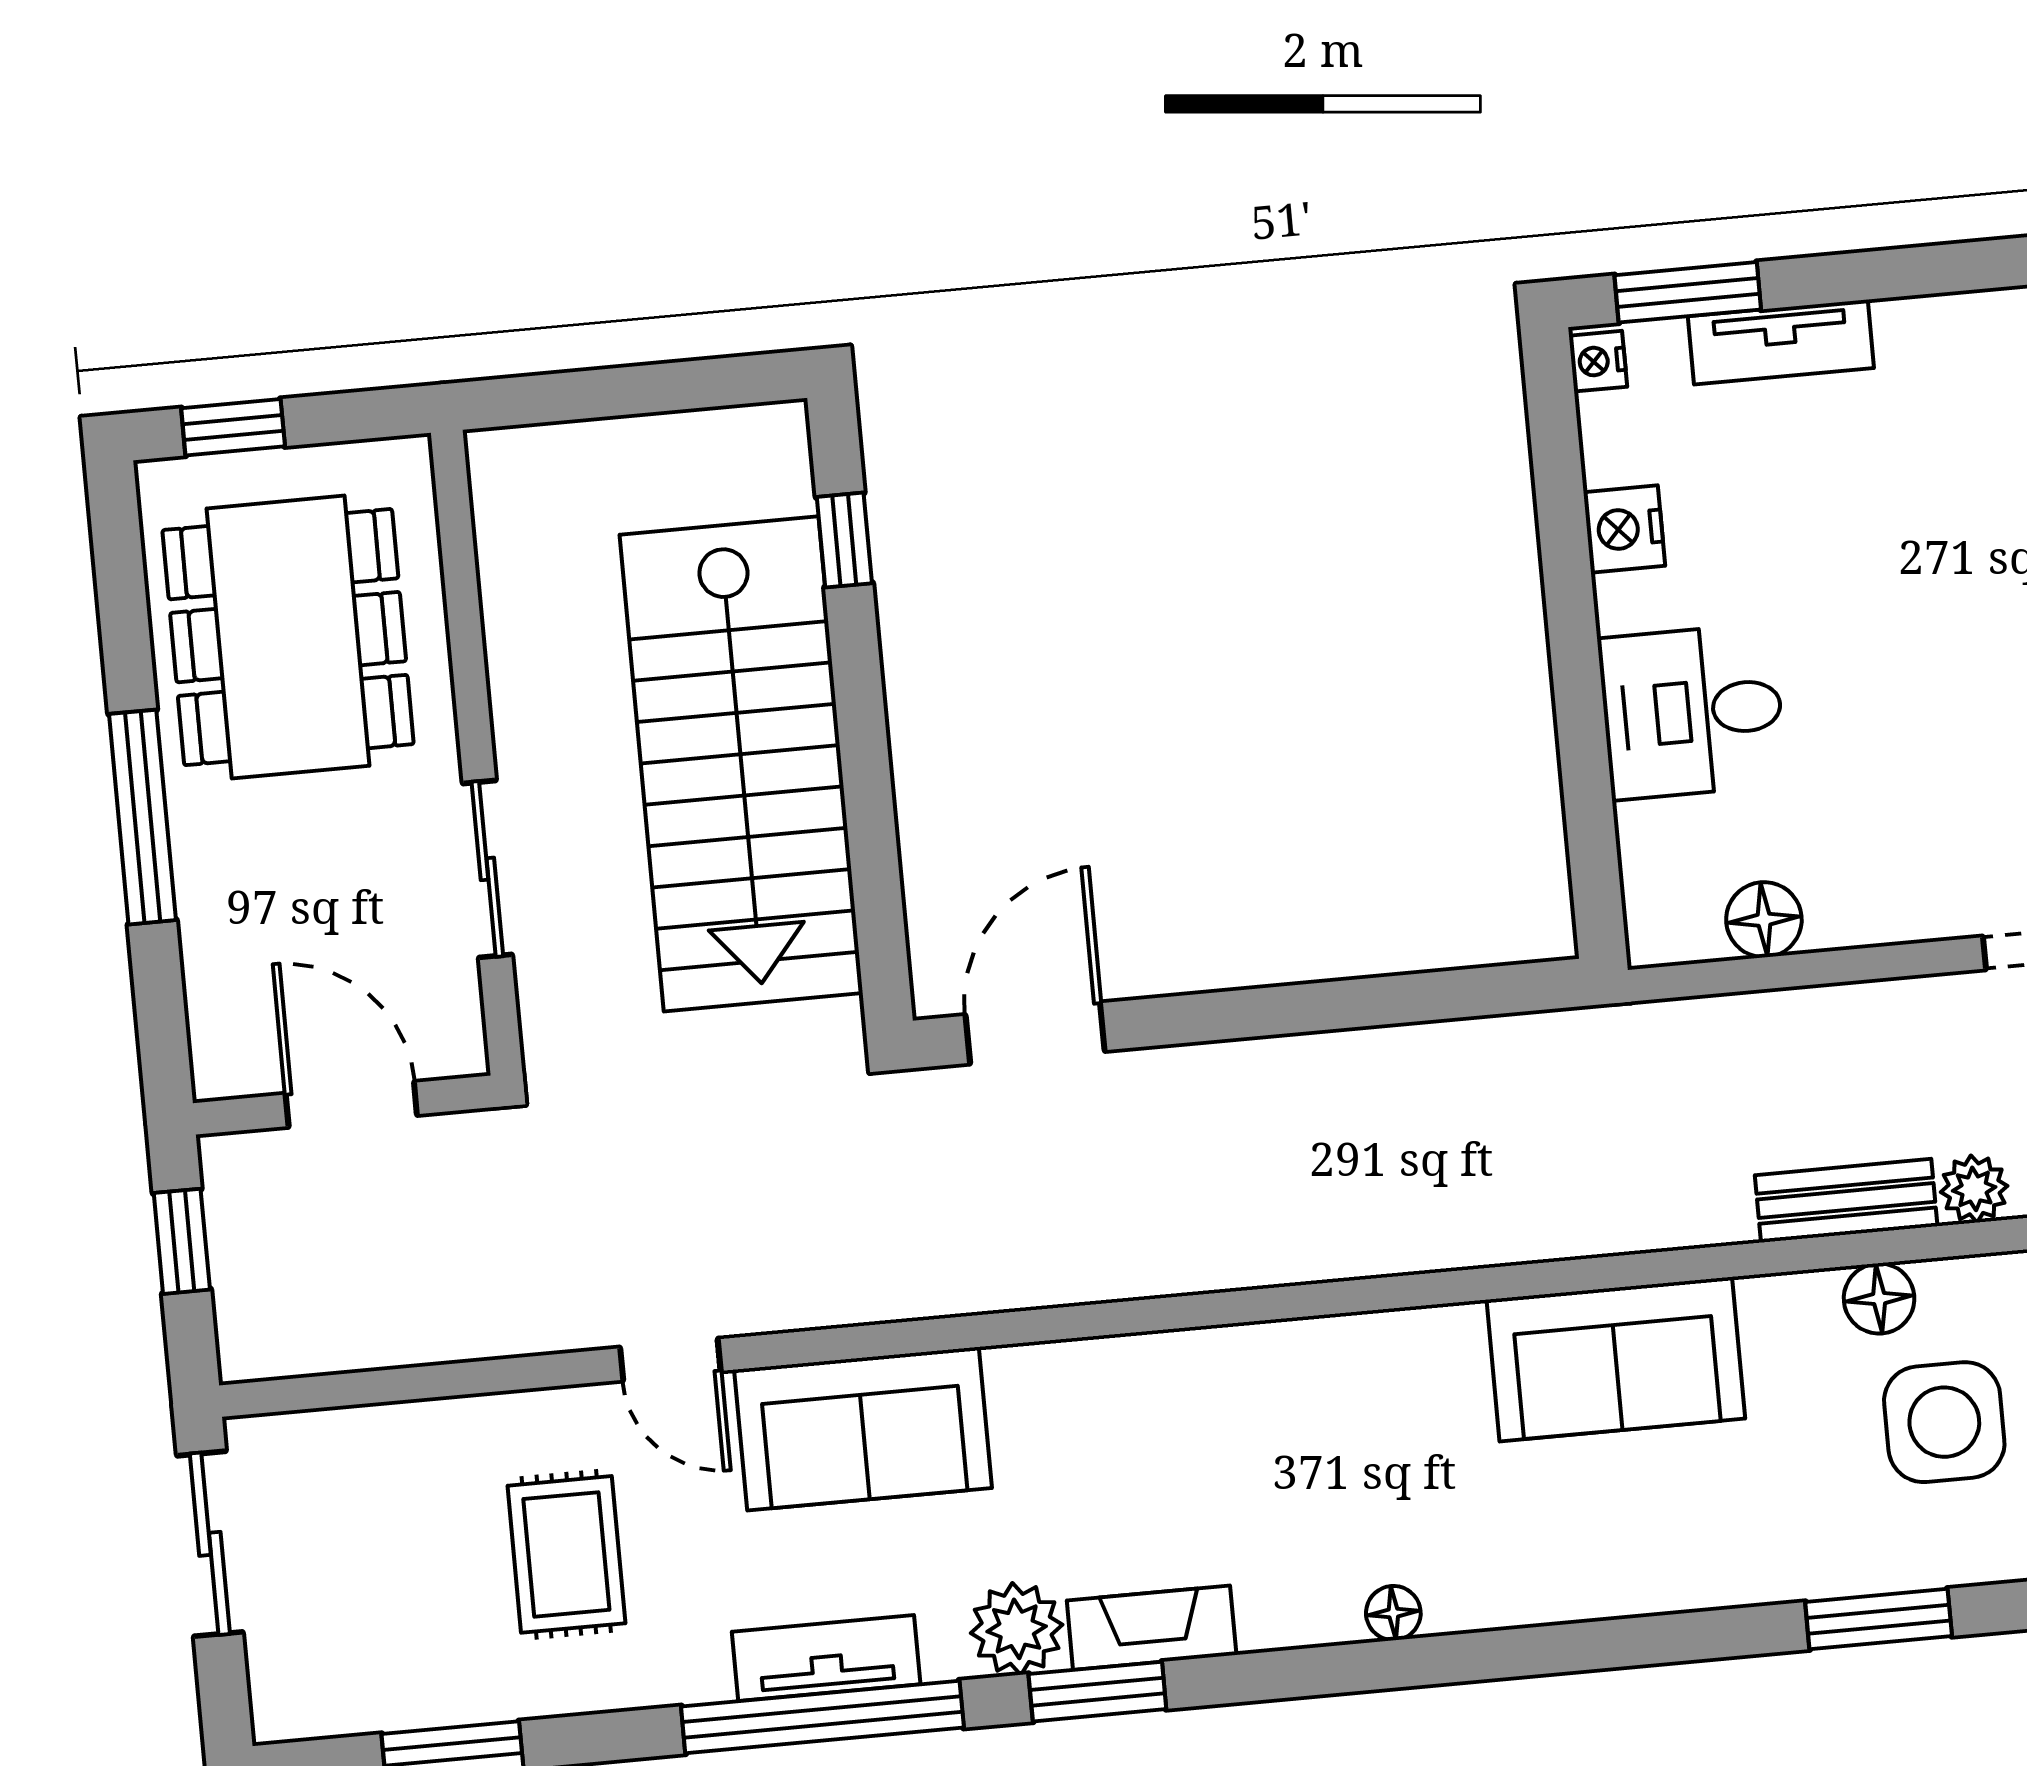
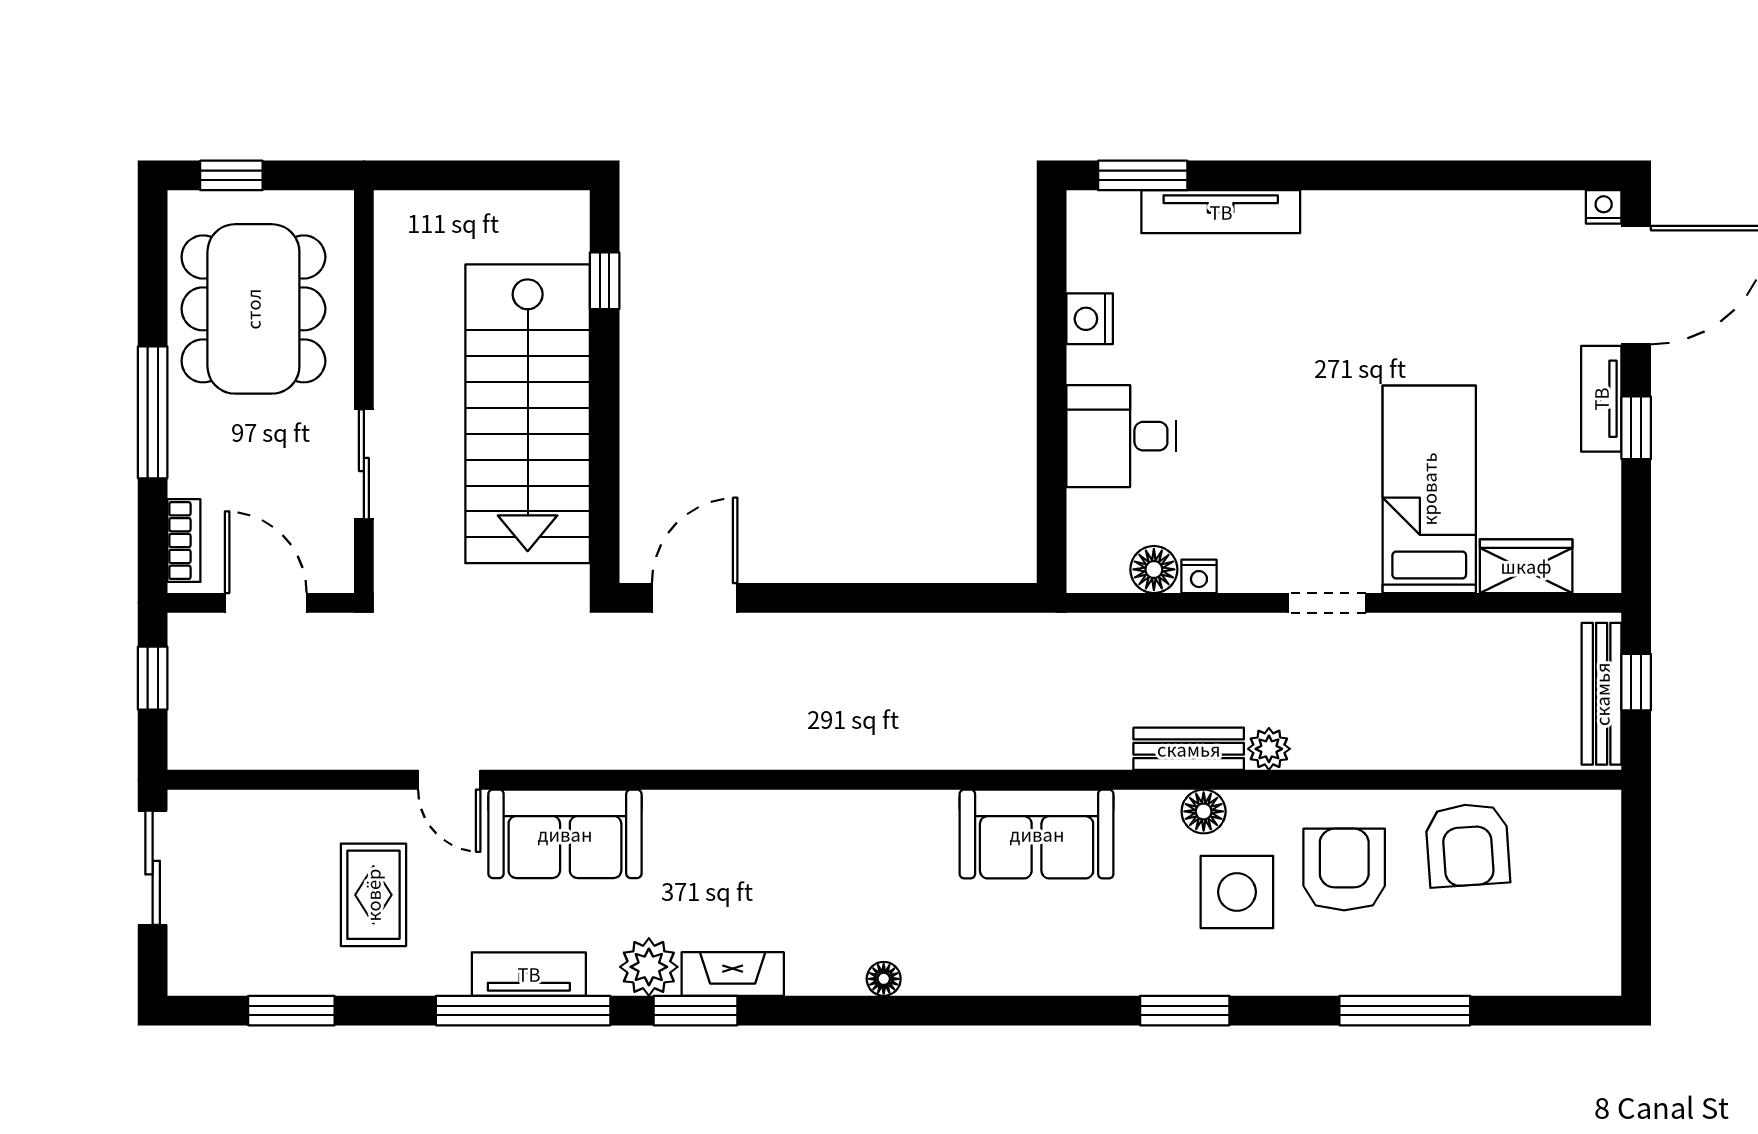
tv unit: (1781, 342) -> (1221, 212), width x1.41
nightstand: (1598, 361) -> (1199, 576), moved, turned -90
bookcase: (211, 1017) -> (184, 541), added

